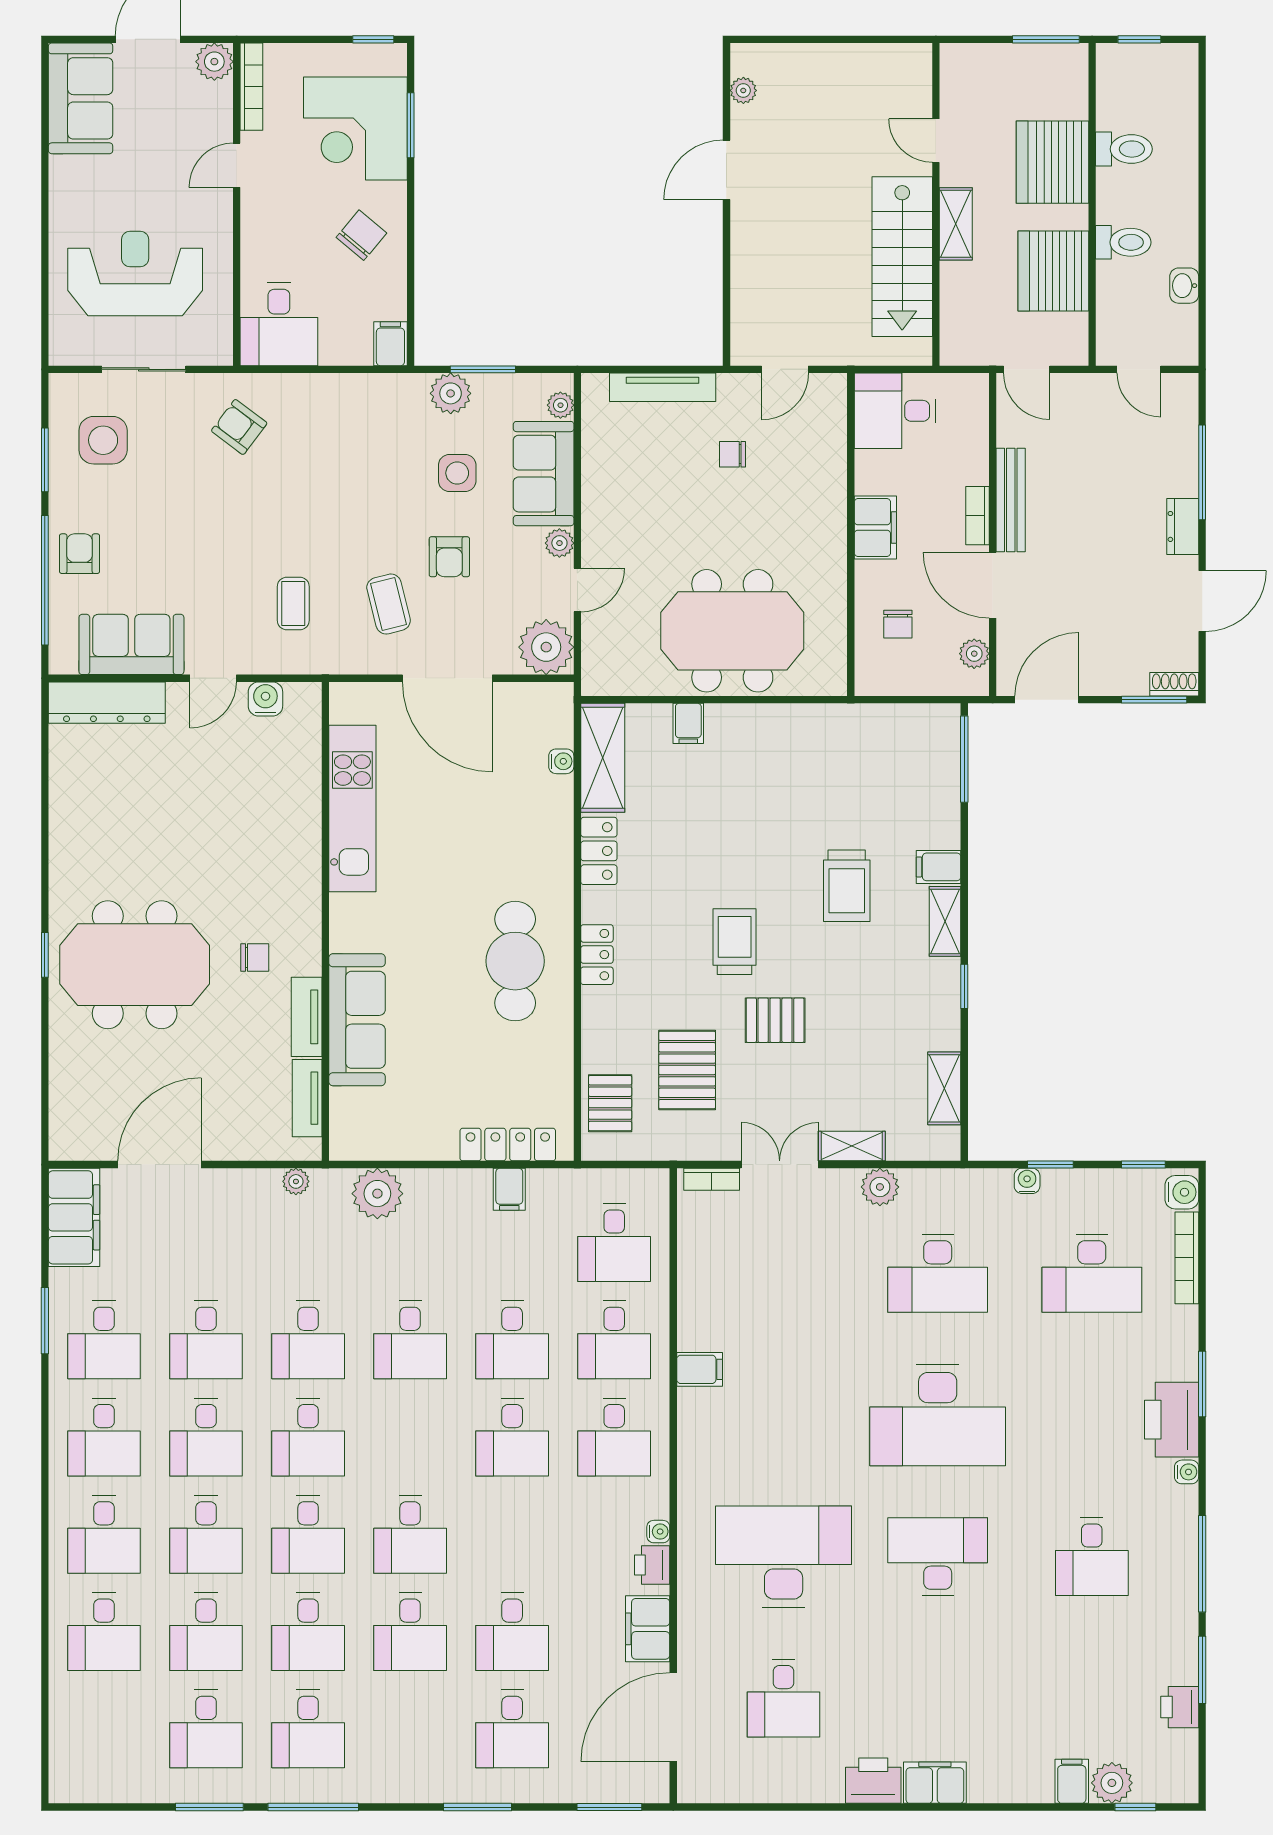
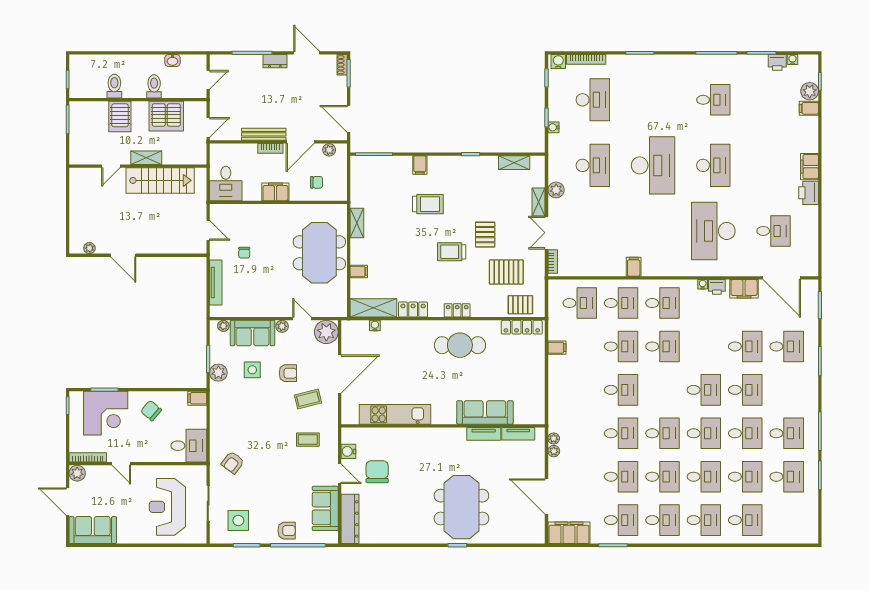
server rack: (1052, 162) -> (120, 117), width x0.62
armchair: (80, 554) -> (287, 531), turned 180
shelving: (945, 921) -> (357, 223), moved, turned 90
chair: (255, 957) -> (377, 472), moved, width x1.87, depth x1.87
locker: (508, 1145) -> (522, 327), moved, turned -90
plant: (377, 1194) -> (554, 451), moved, width x0.53, depth x0.53
printer: (1172, 1420) -> (655, 66), removed
water cooler: (1187, 1472) -> (792, 59), moved
desk: (938, 1557) -> (713, 165), turned 180

